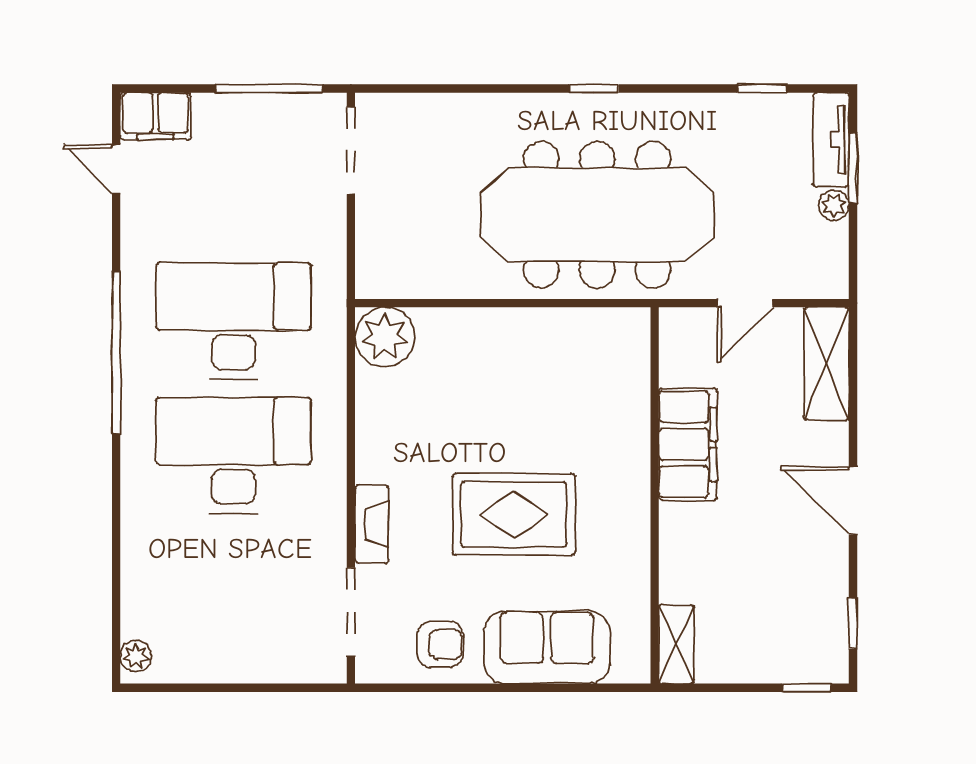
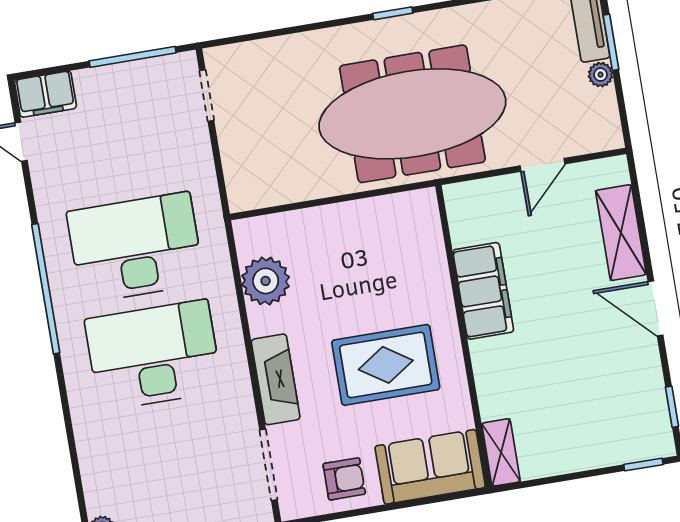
doorway: (351, 151) -> (207, 96), width x0.73
plant: (385, 337) -> (266, 281), moved
shelving: (826, 364) -> (621, 233), moved
filing cabinet: (688, 444) -> (483, 291), moved
wall: (655, 495) -> (464, 336), moved
fireplace: (372, 524) -> (276, 379), width x1.37, depth x1.32
shelving: (677, 644) -> (501, 452), moved

